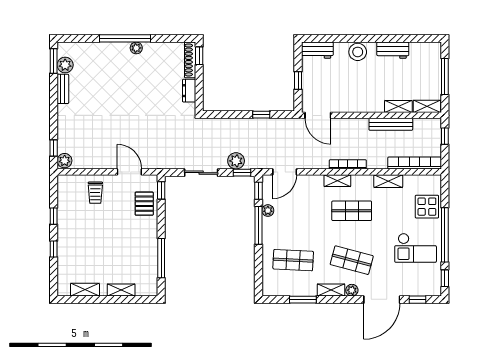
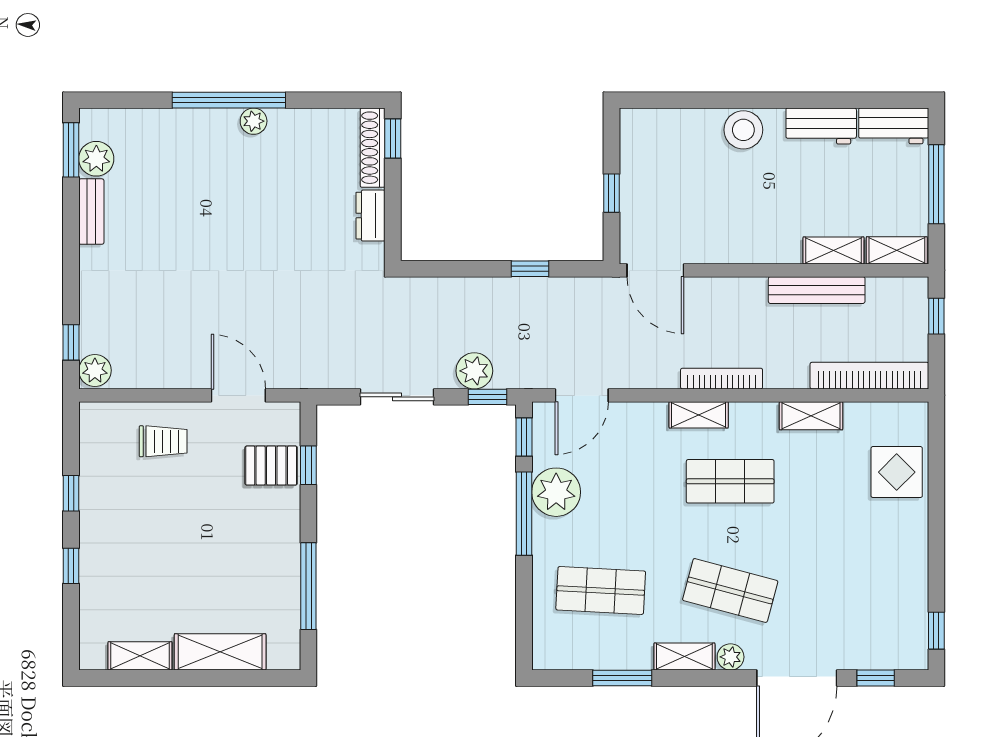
workbench: (317, 50) -> (894, 126), moved
window: (161, 190) -> (308, 465), moved
trolley: (95, 193) -> (163, 441), turned -90
pallet: (144, 204) -> (271, 466), turned 90
plant: (268, 211) -> (556, 492), width x1.88, depth x1.88
window: (445, 235) -> (936, 535), removed
checkout: (416, 248) -> (871, 563), removed
shelving: (121, 290) -> (220, 652), width x1.50, depth x1.33

